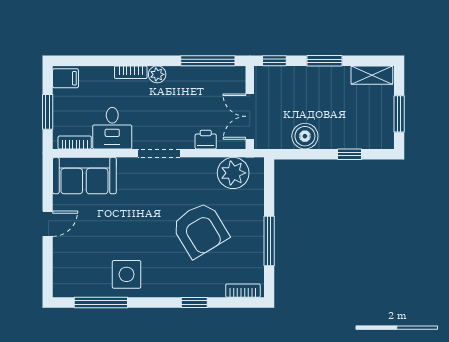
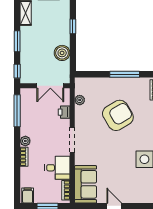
plant: (233, 173) -> (80, 100), width x0.53, depth x0.53

